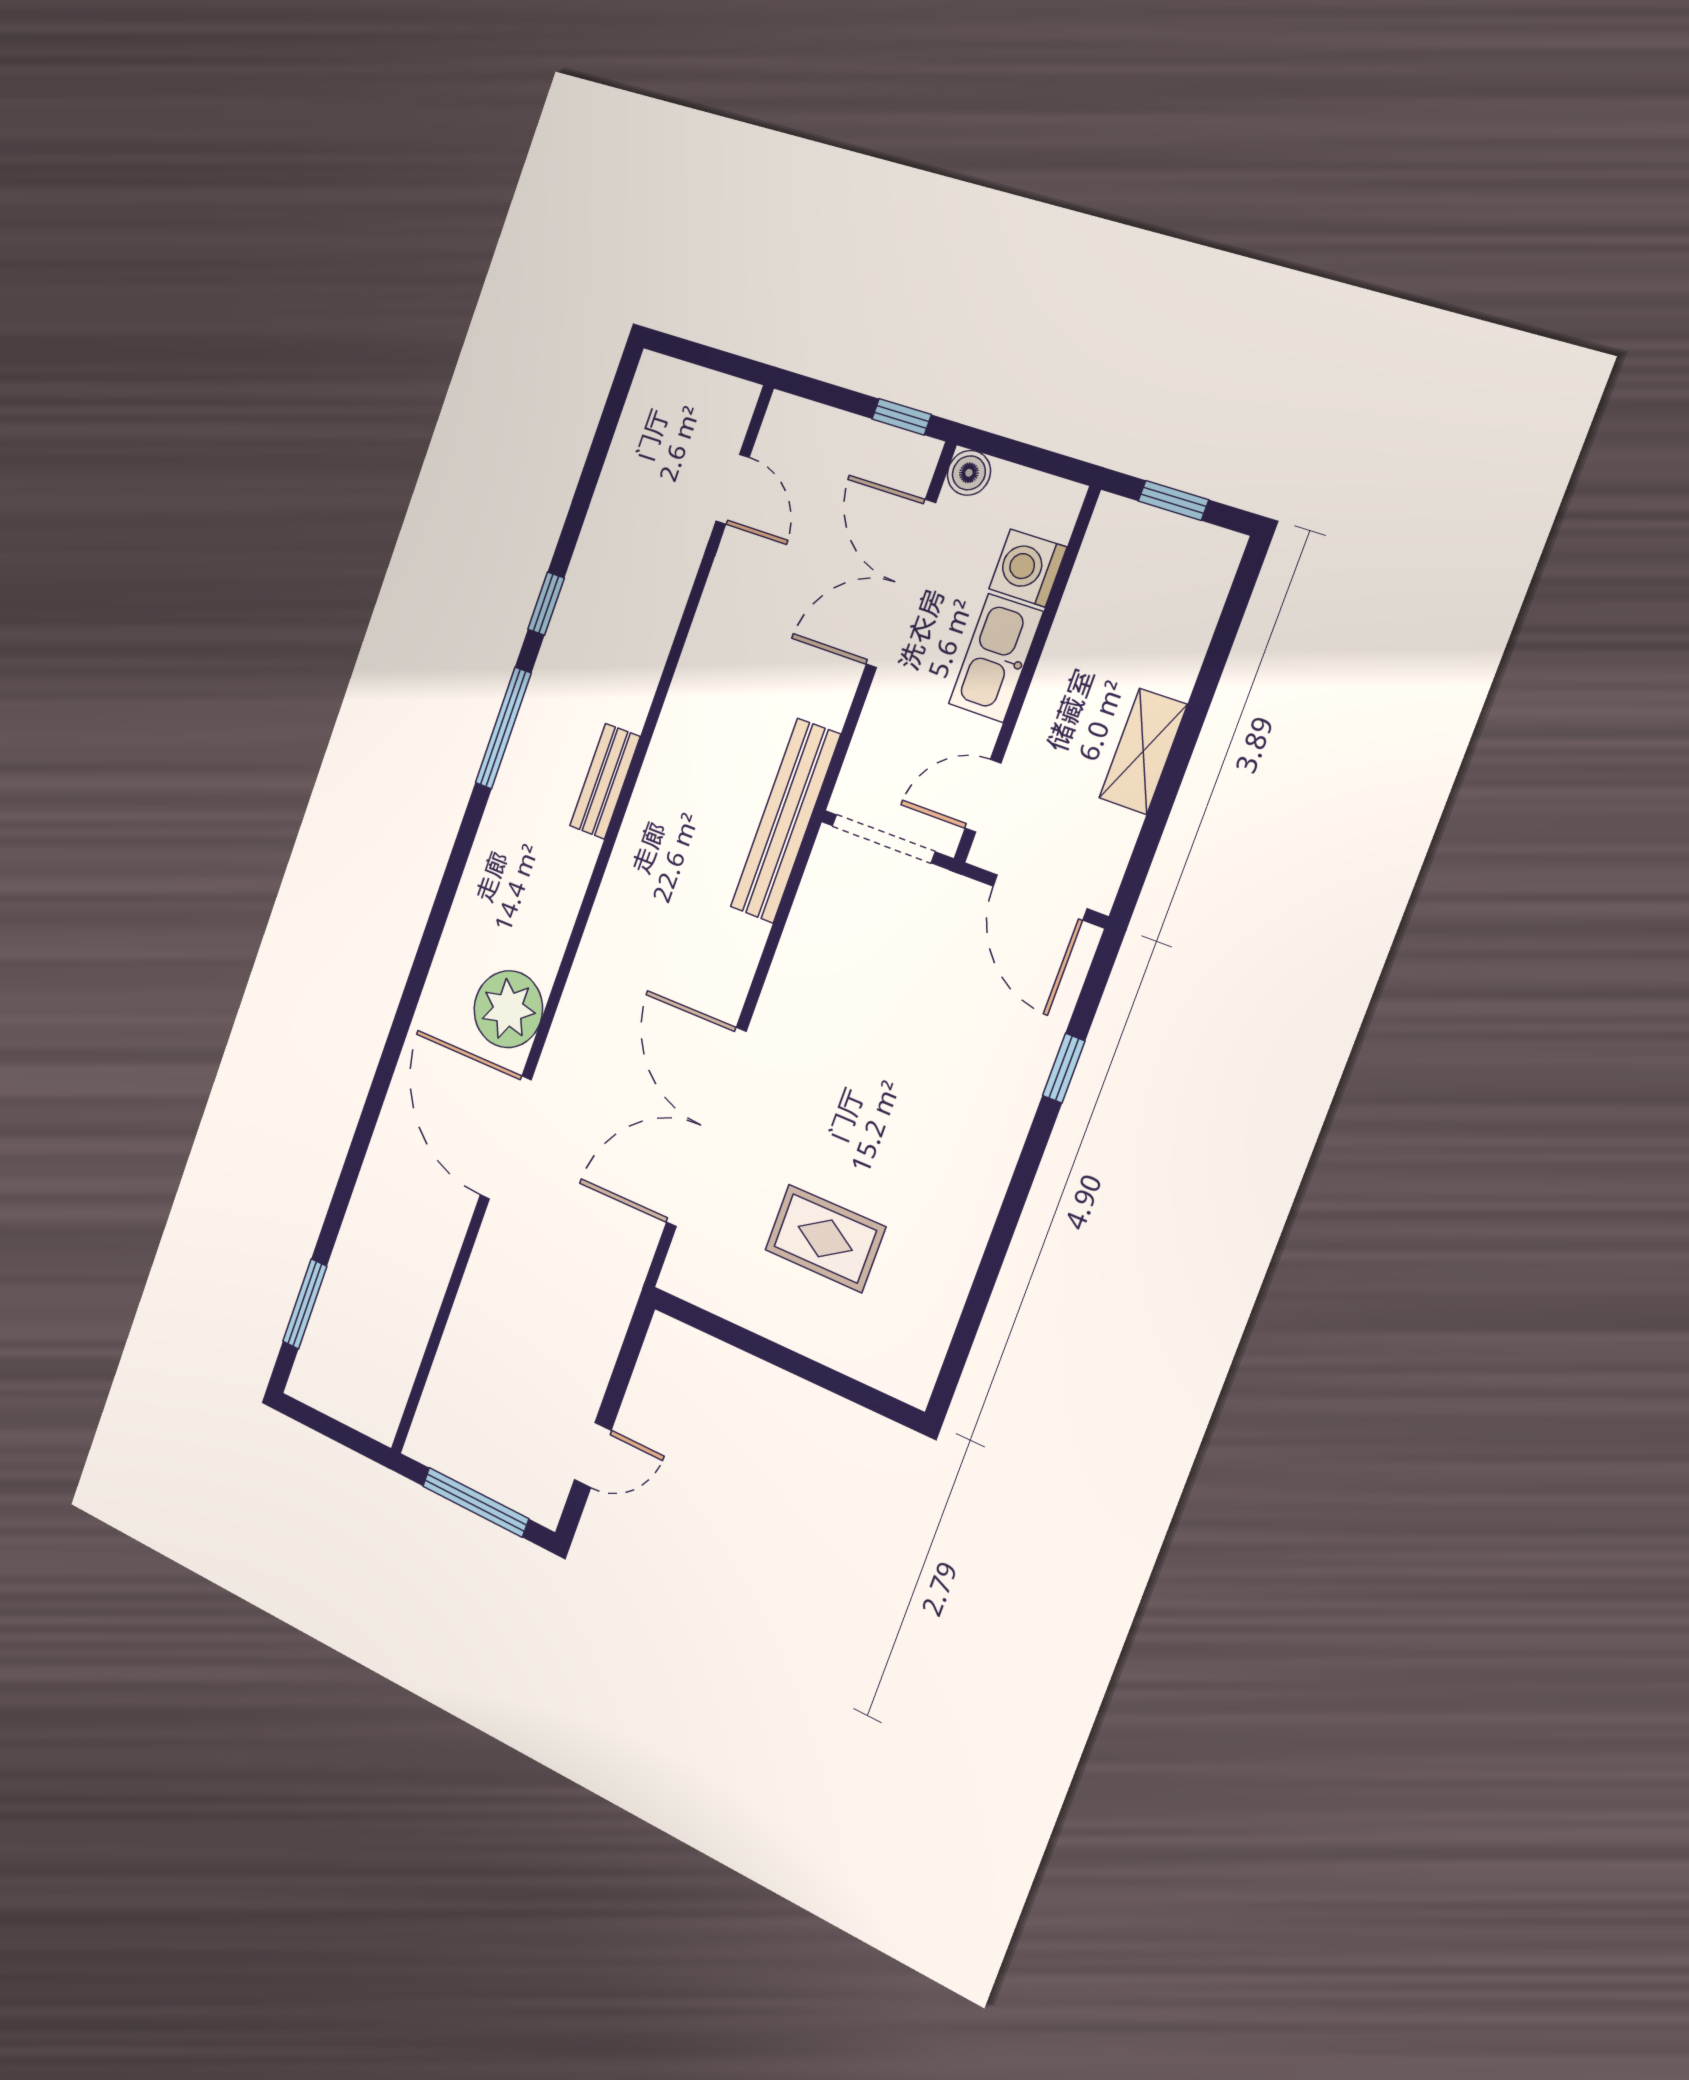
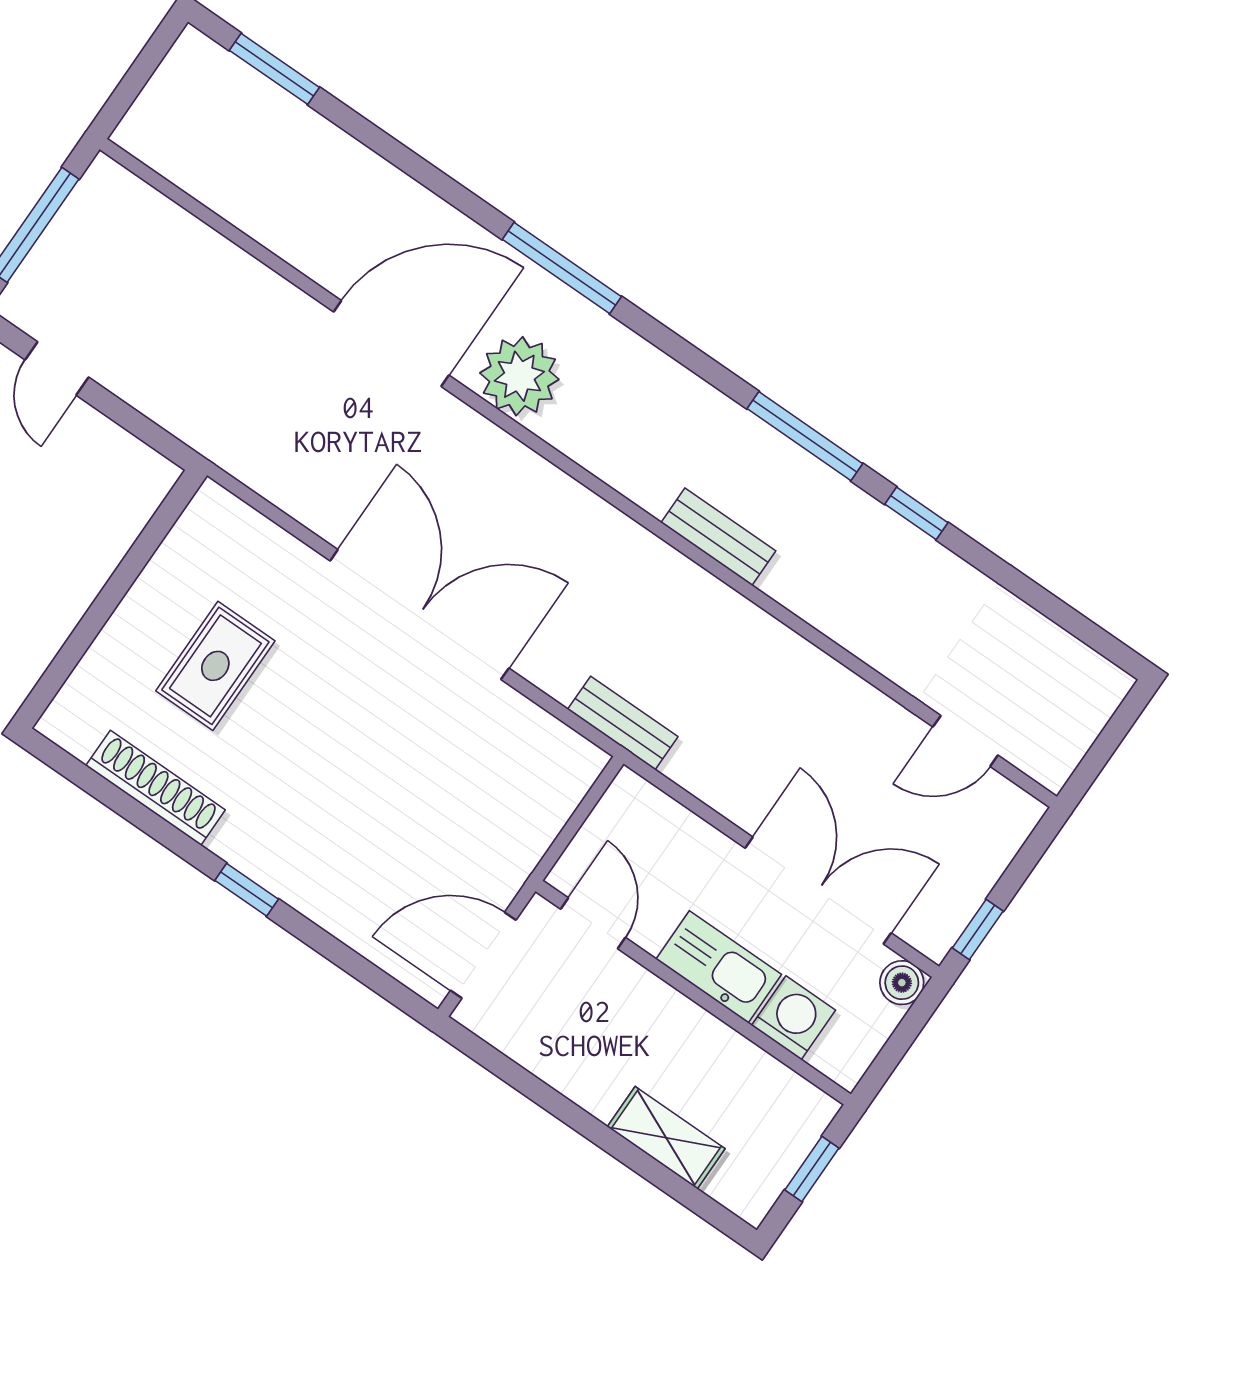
shelving: (1143, 751) -> (666, 1138), moved
bench: (785, 821) -> (623, 723), width x0.54, depth x0.82
doorway: (883, 839) -> (580, 815), removed
window: (411, 995) -> (562, 268), added
window: (1064, 1068) -> (247, 890), moved
double door: (706, 1127) -> (419, 614), moved
shoe rack: (953, 1272) -> (156, 788), added

